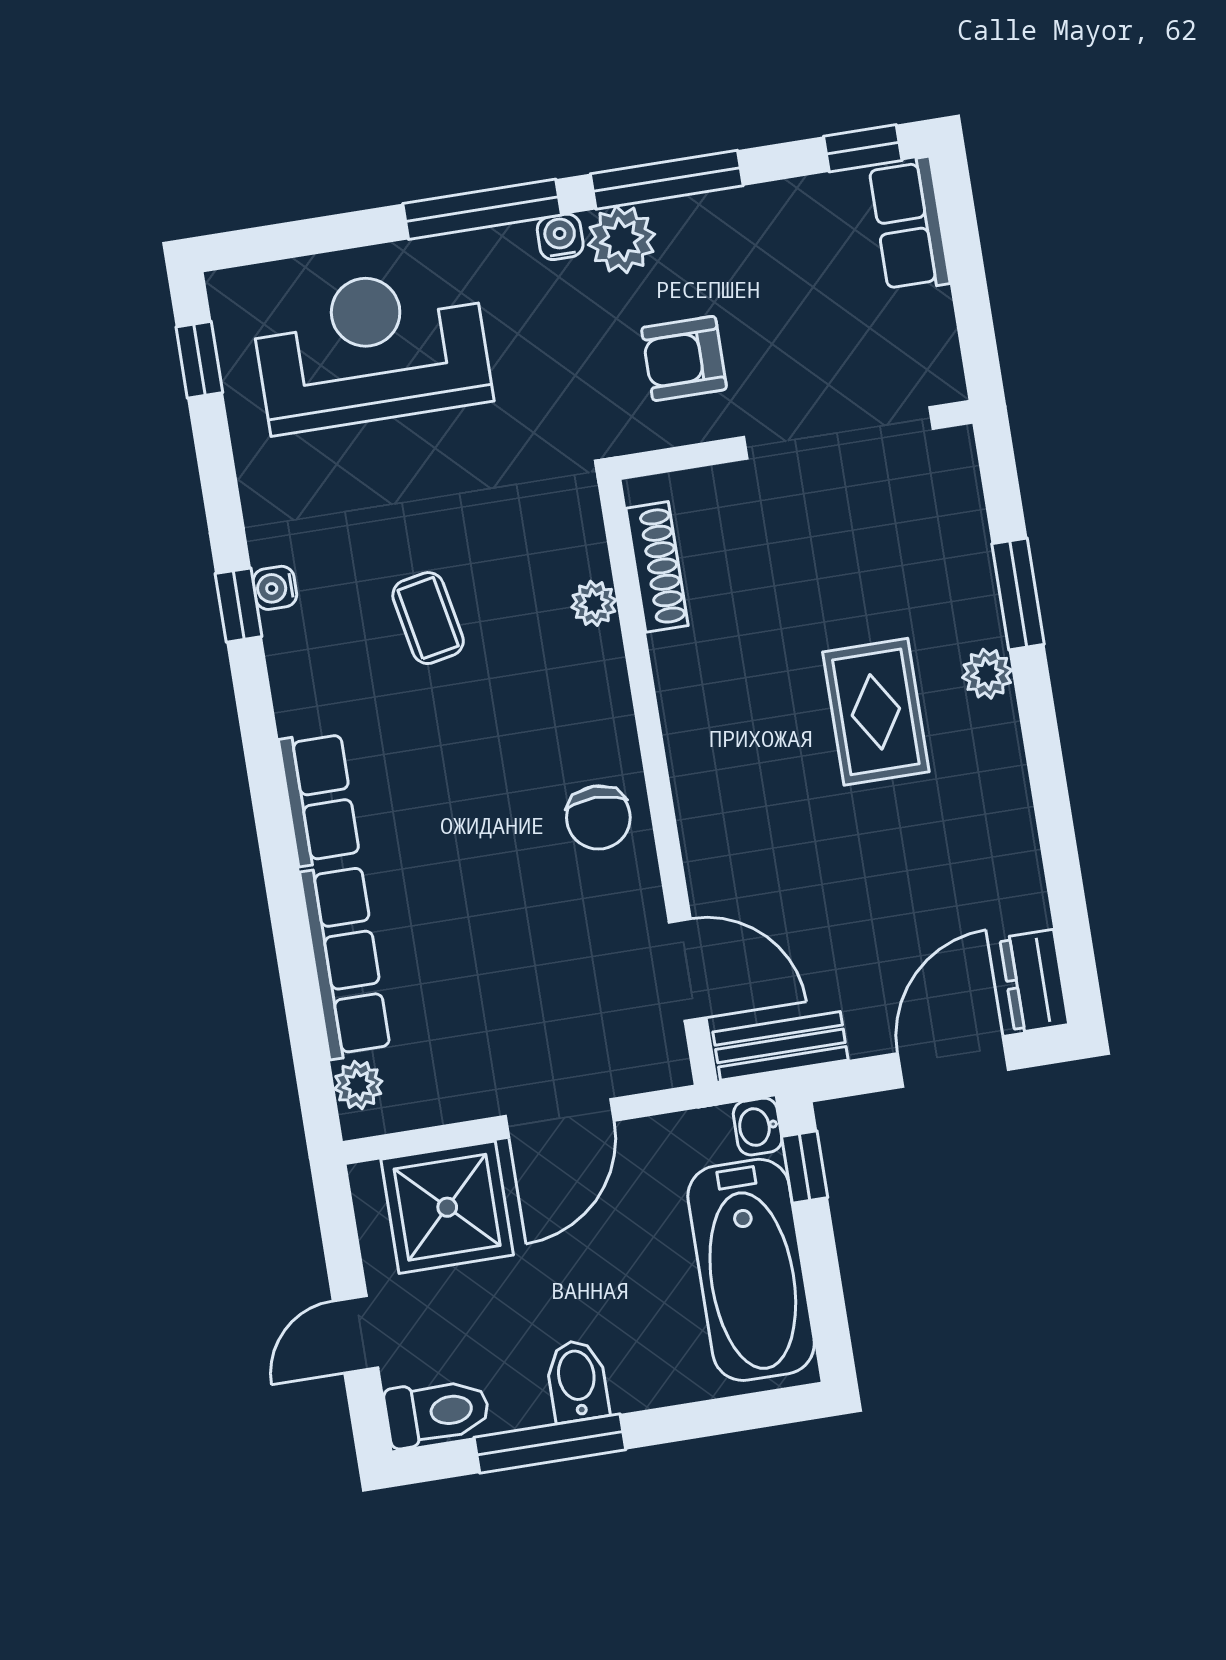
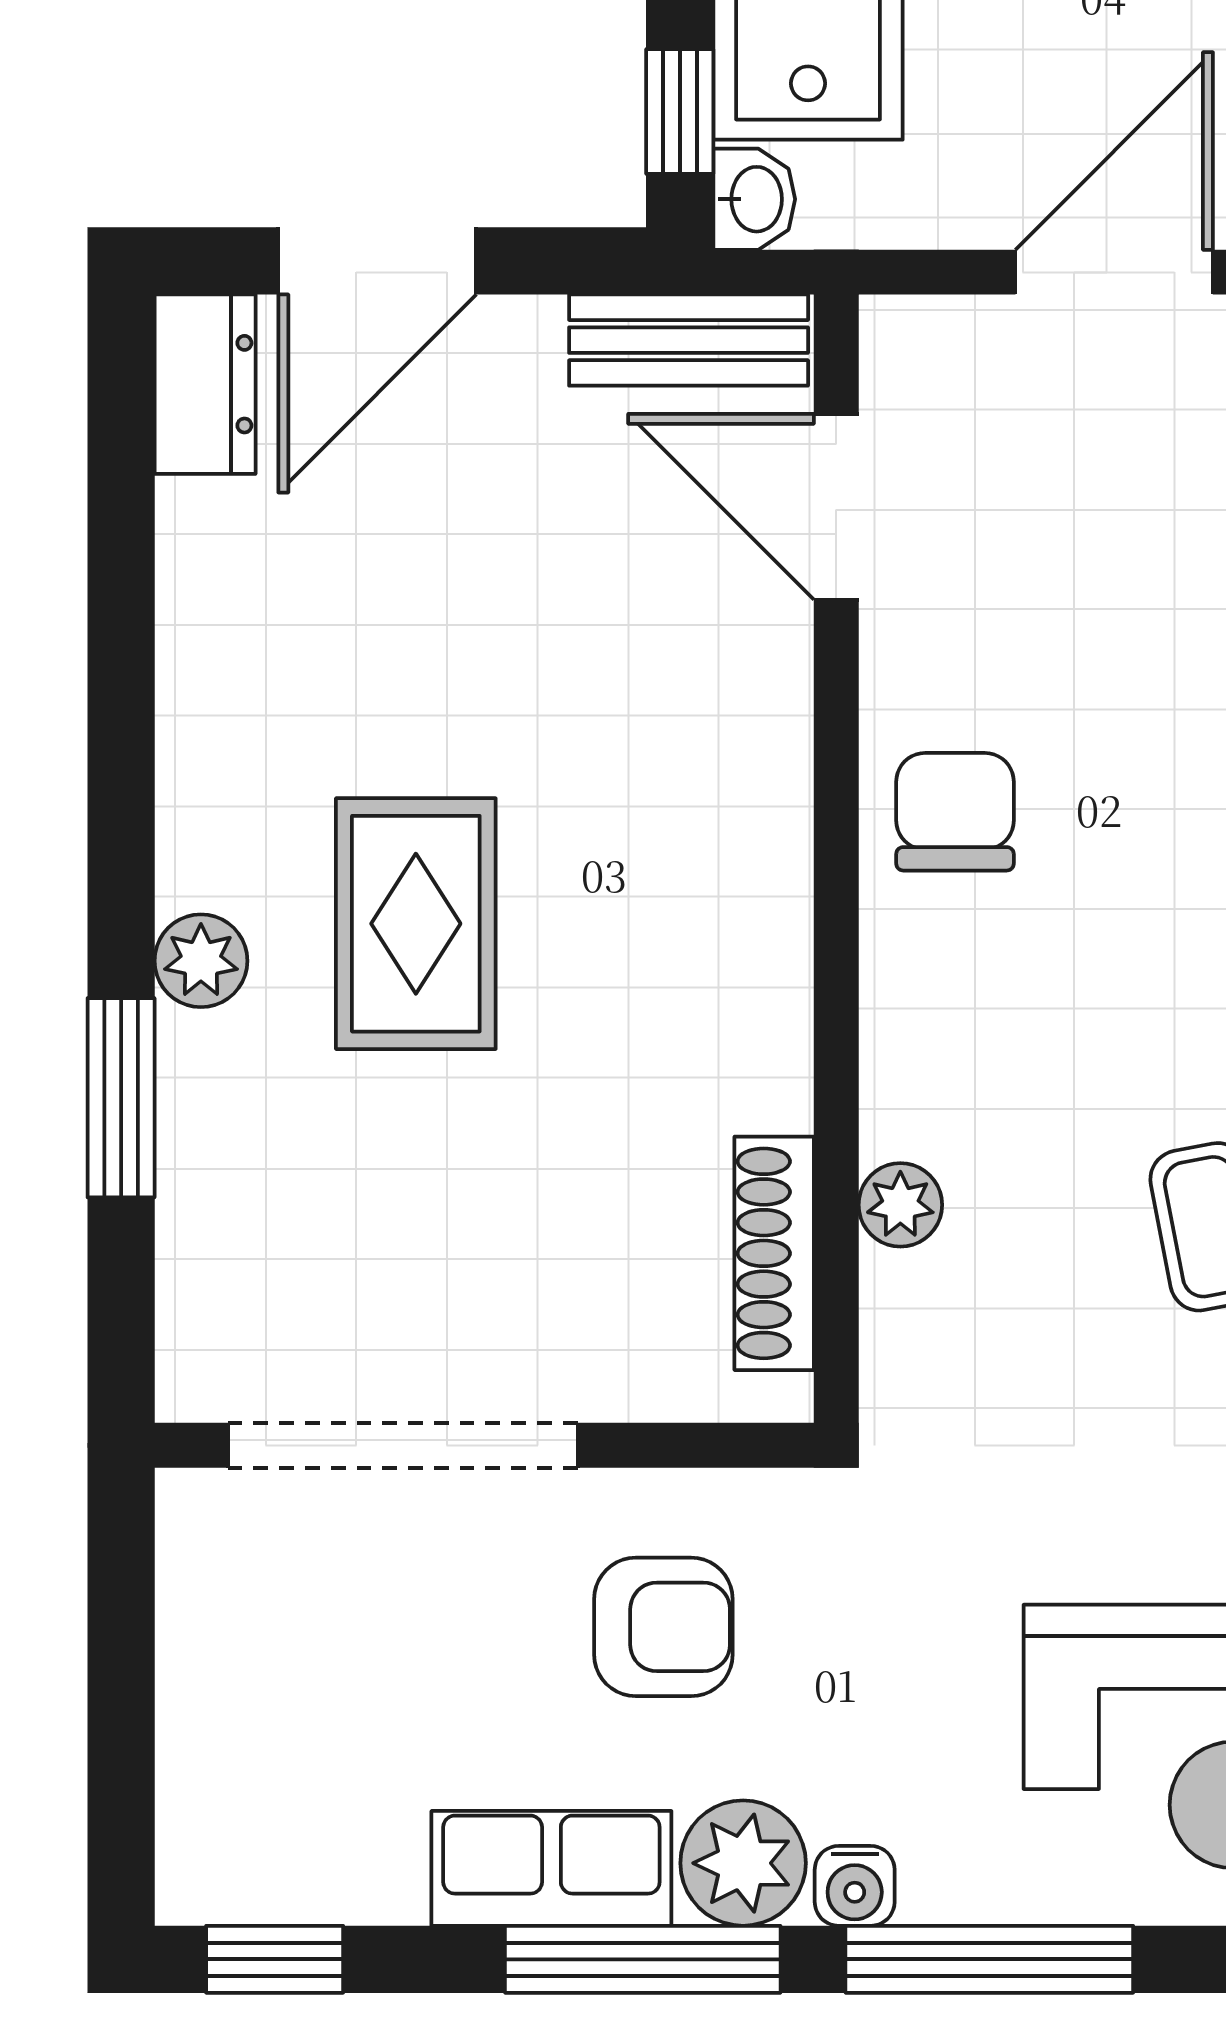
row of seats: (909, 225) -> (551, 1868), moved, turned -90

